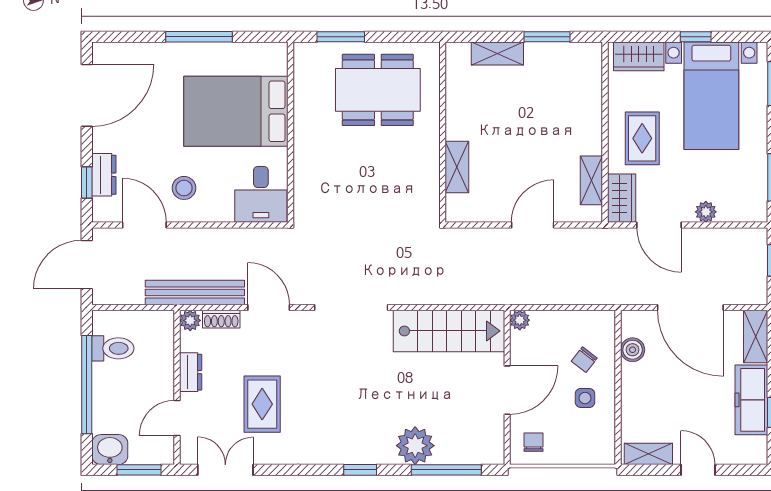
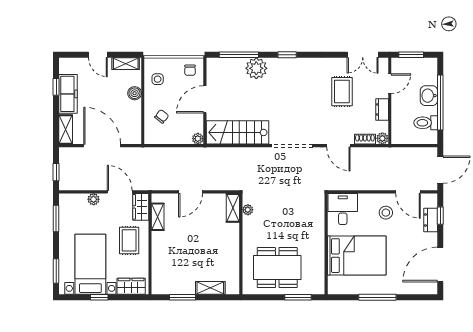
shelving: (457, 167) -> (233, 208), moved
plant: (430, 193) -> (248, 210), added
bench: (195, 293) -> (380, 154), removed
boiler: (633, 350) -> (135, 93), moved
side table: (585, 398) -> (158, 79), moved
washbasin: (110, 450) -> (429, 96), moved, turned 90

